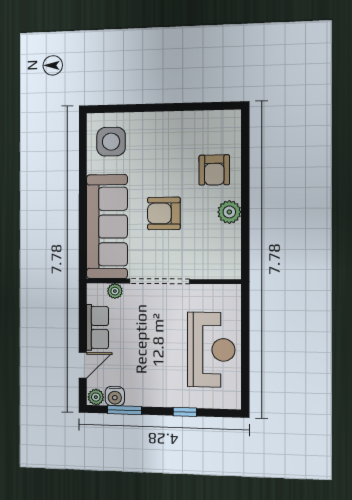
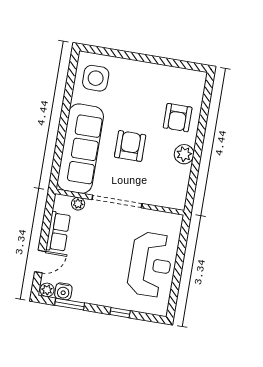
armchair: (164, 213) -> (130, 146), turned 90

